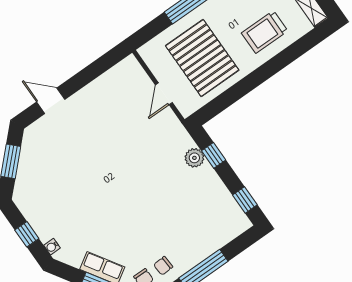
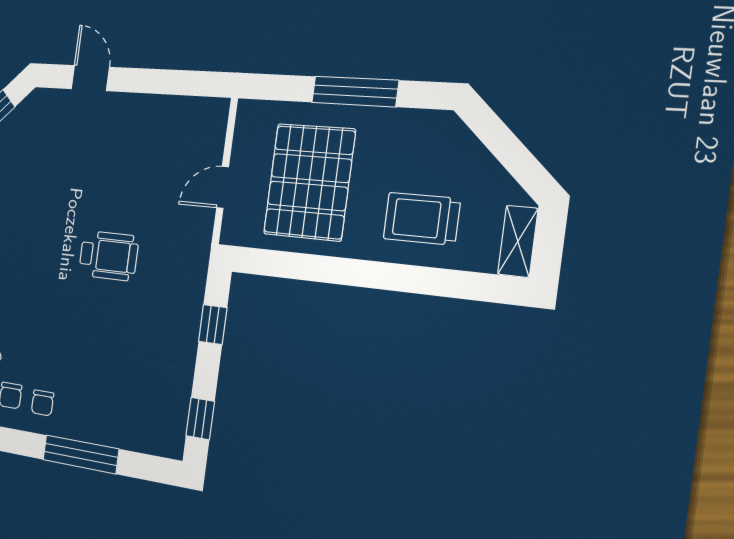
plant: (194, 158) -> (188, 305), removed
wheelchair: (135, 171) -> (109, 256), added
chair: (163, 266) -> (42, 403), turned -87

